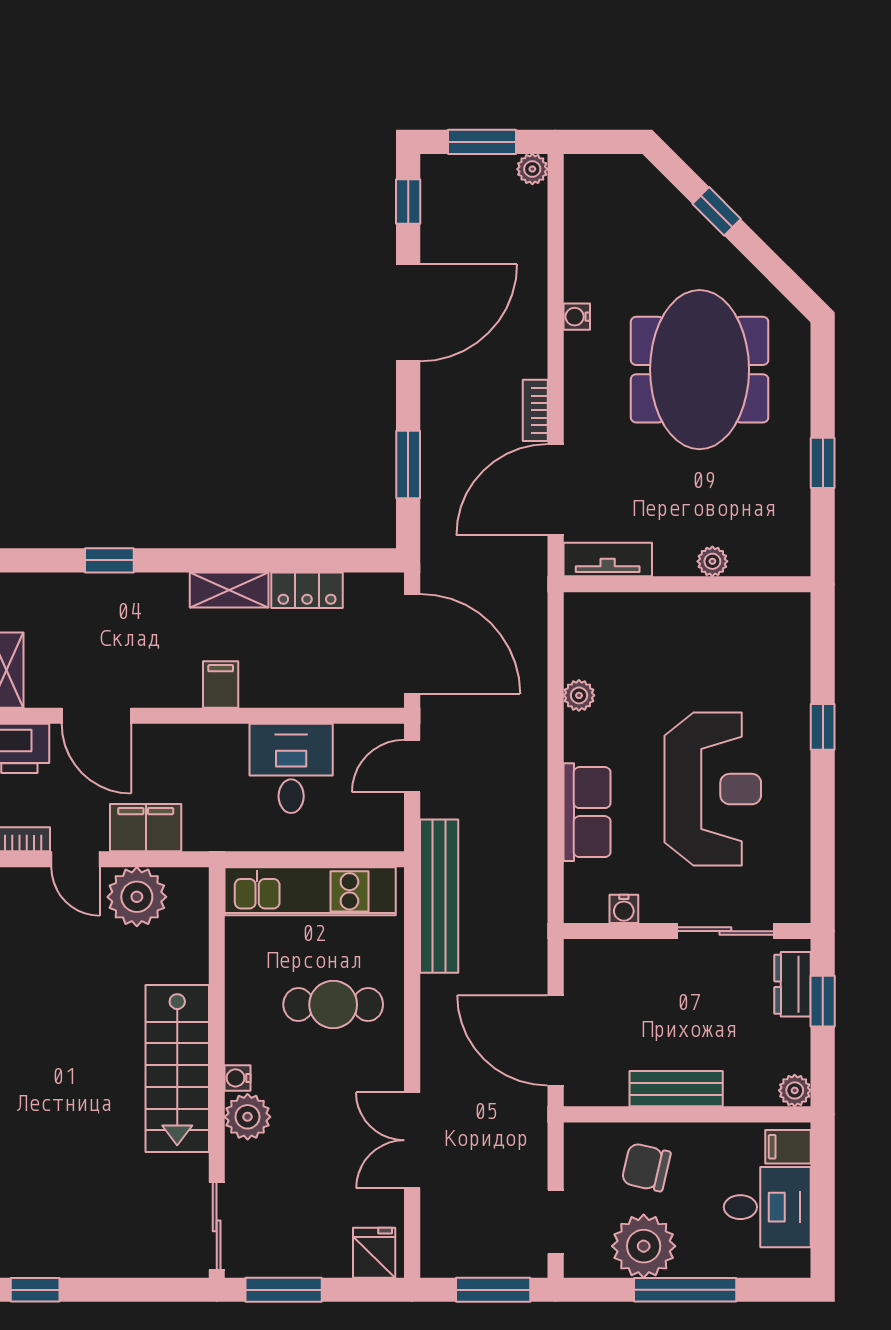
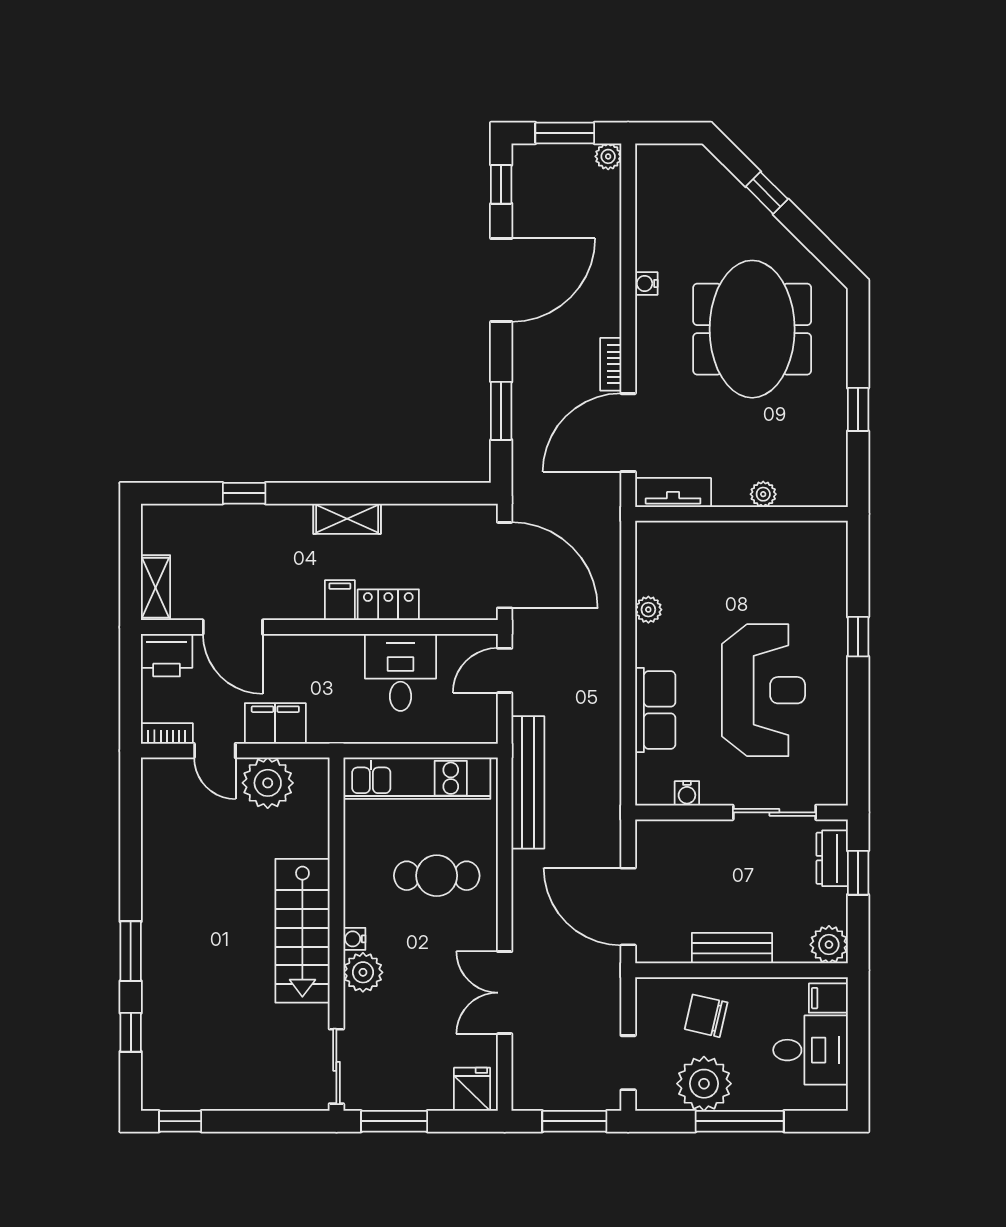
locker: (307, 590) -> (388, 605), moved, turned 180
plant: (795, 1090) -> (829, 945), width x1.38, depth x1.38

